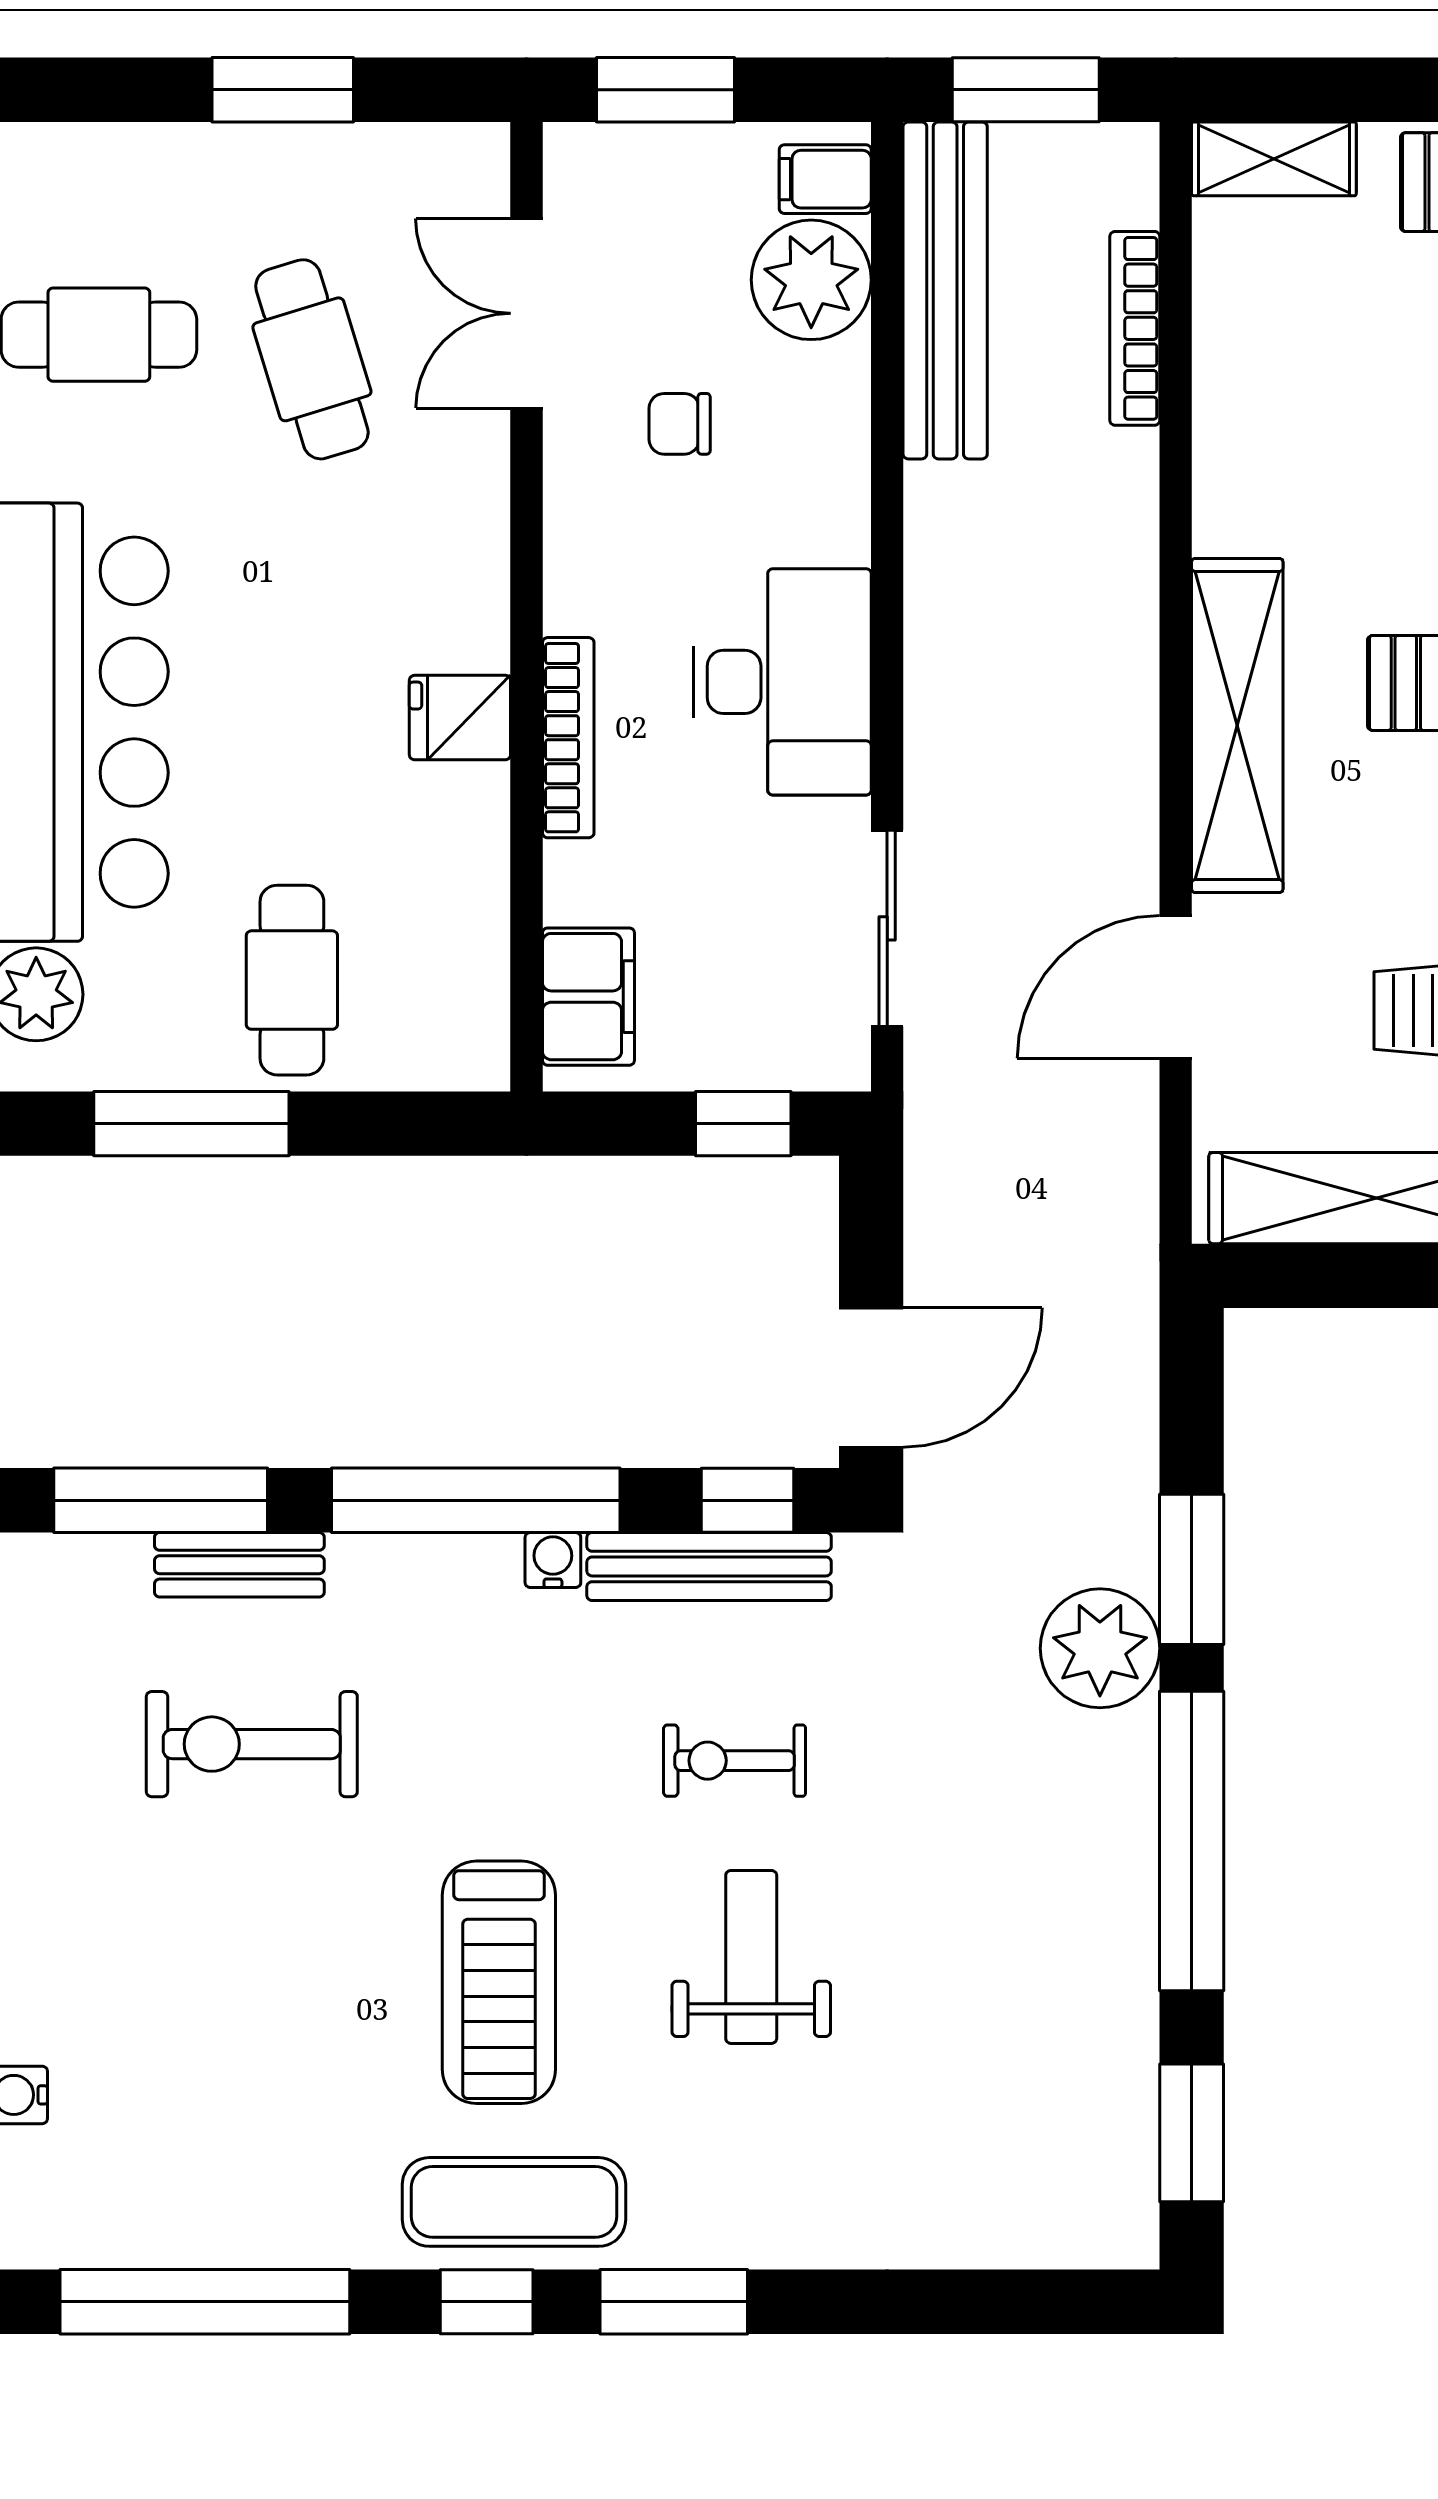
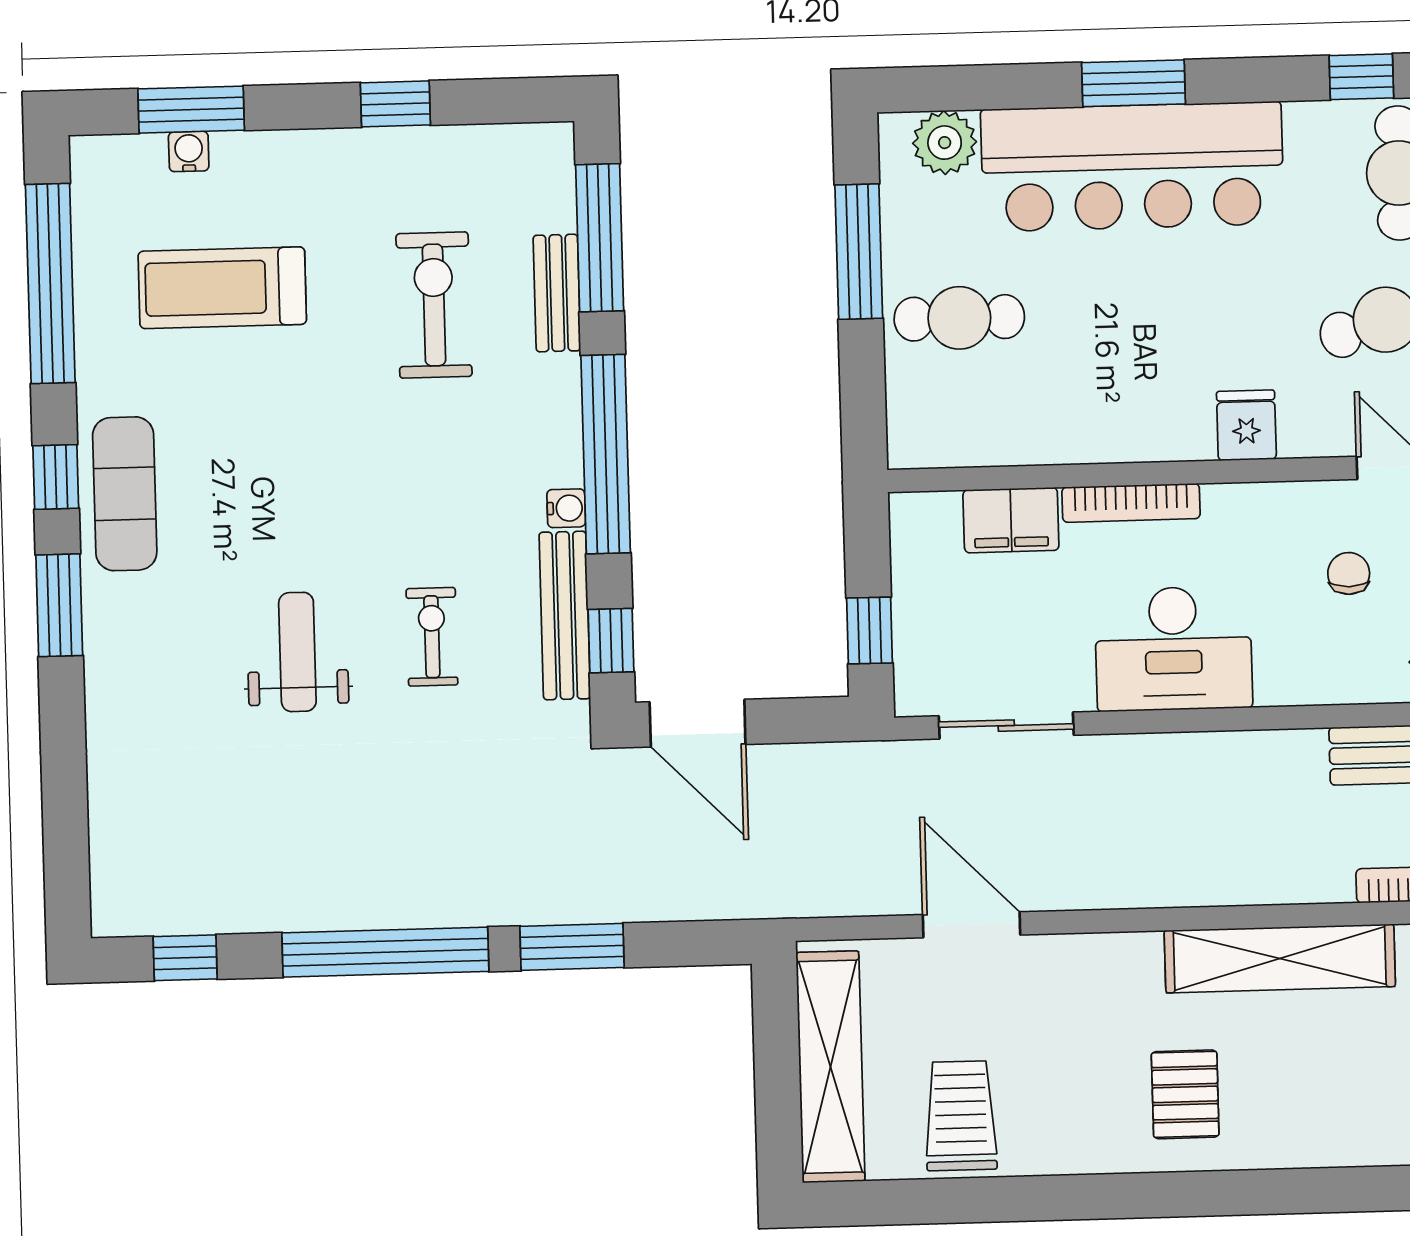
fridge: (460, 718) -> (1246, 425), moved
shelving: (1237, 726) -> (1280, 958), moved
filing cabinet: (588, 997) -> (1011, 520), moved
plant: (1100, 1648) -> (516, 885), removed
weight bench: (751, 1957) -> (297, 652), turned -90
treadmill: (499, 1982) -> (222, 288), moved
window: (1192, 2133) -> (185, 958), width x0.67

